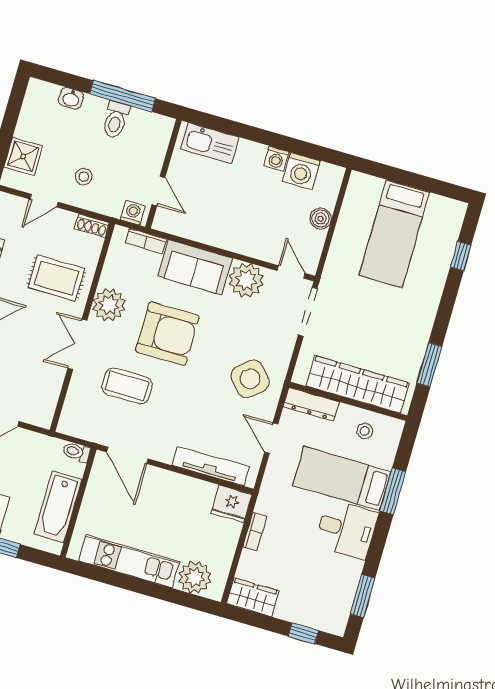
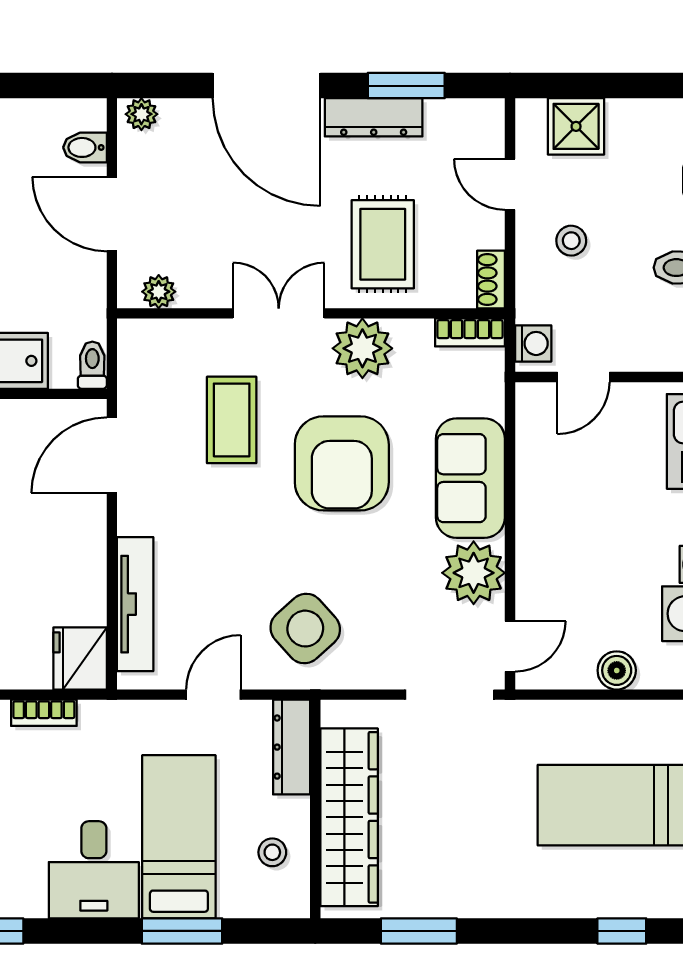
bookcase: (146, 241) -> (470, 332), moved, turned -90
plant: (47, 405) -> (159, 292), added

